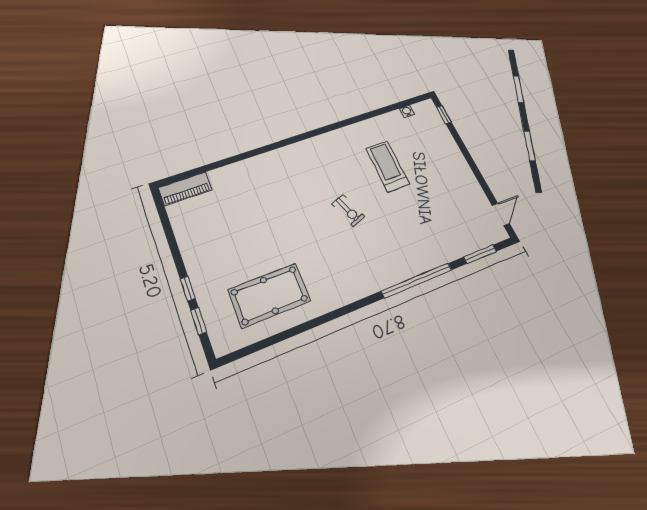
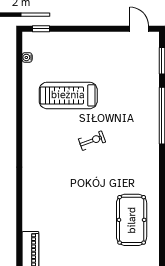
treadmill: (387, 166) -> (68, 95), width x1.37, depth x1.38

